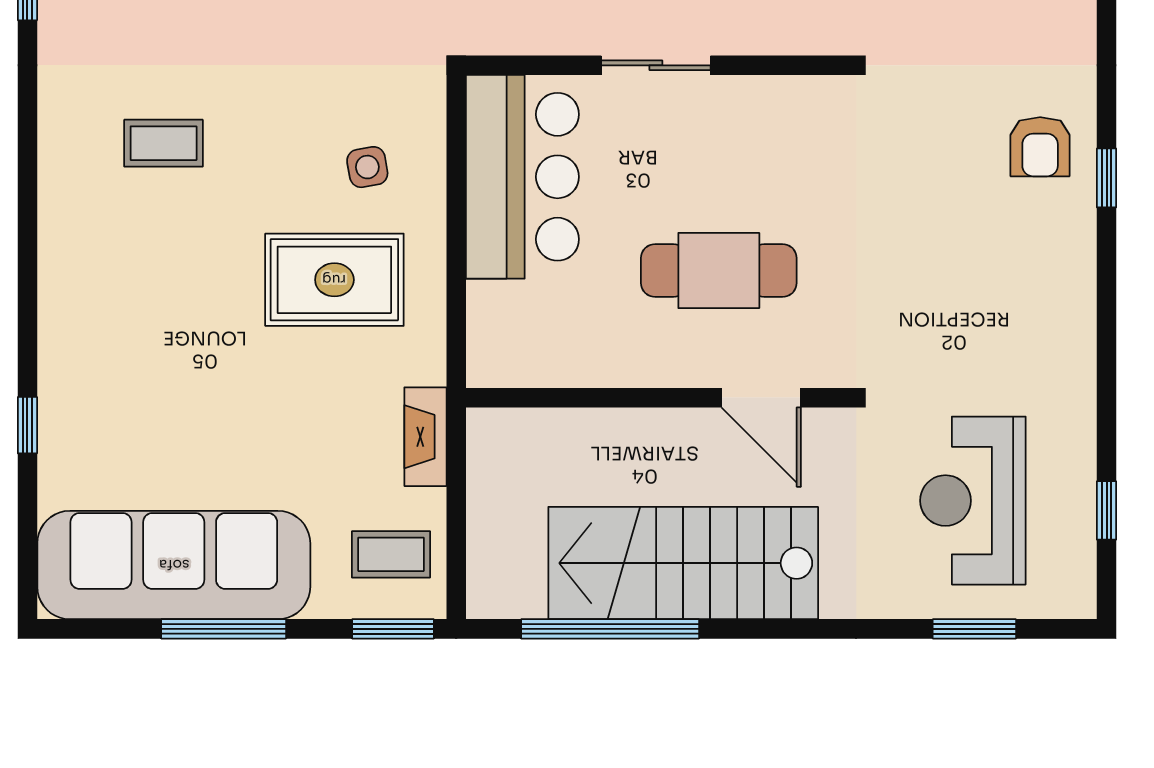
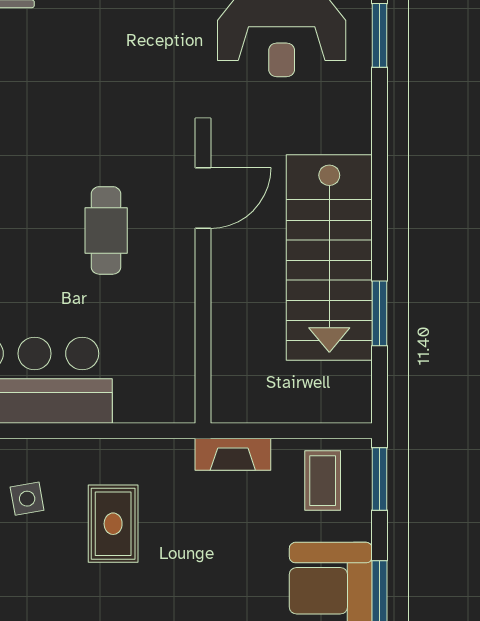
cafe table: (719, 270) -> (106, 230), width x0.73, depth x0.74
rug: (334, 280) -> (113, 524), width x0.73, depth x0.70
window: (610, 629) -> (379, 313), width x0.47

